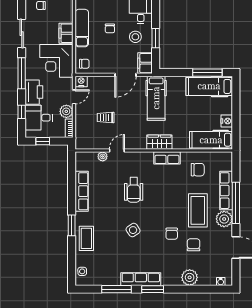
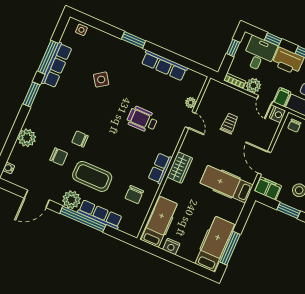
filing cabinet: (66, 84) -> (282, 97), added
side table: (133, 230) -> (101, 80), moved
coffee table: (86, 238) -> (114, 49), removed
row of seats: (141, 279) -> (57, 65), moved

